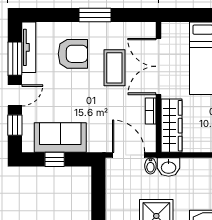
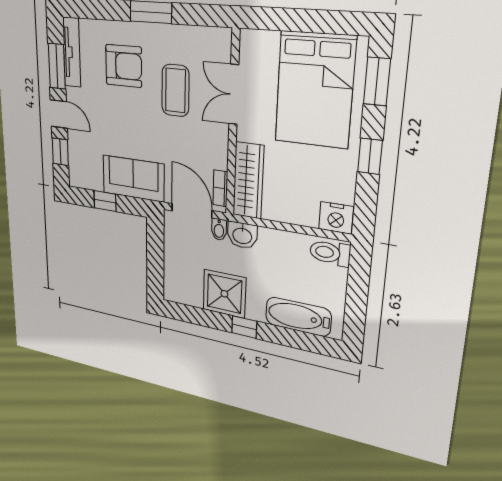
double door: (158, 66) -> (234, 94), width x0.73
door: (15, 95) -> (59, 114), hinge flipped
bookcase: (151, 111) -> (220, 188), moved
sofa: (60, 138) -> (133, 178), moved

